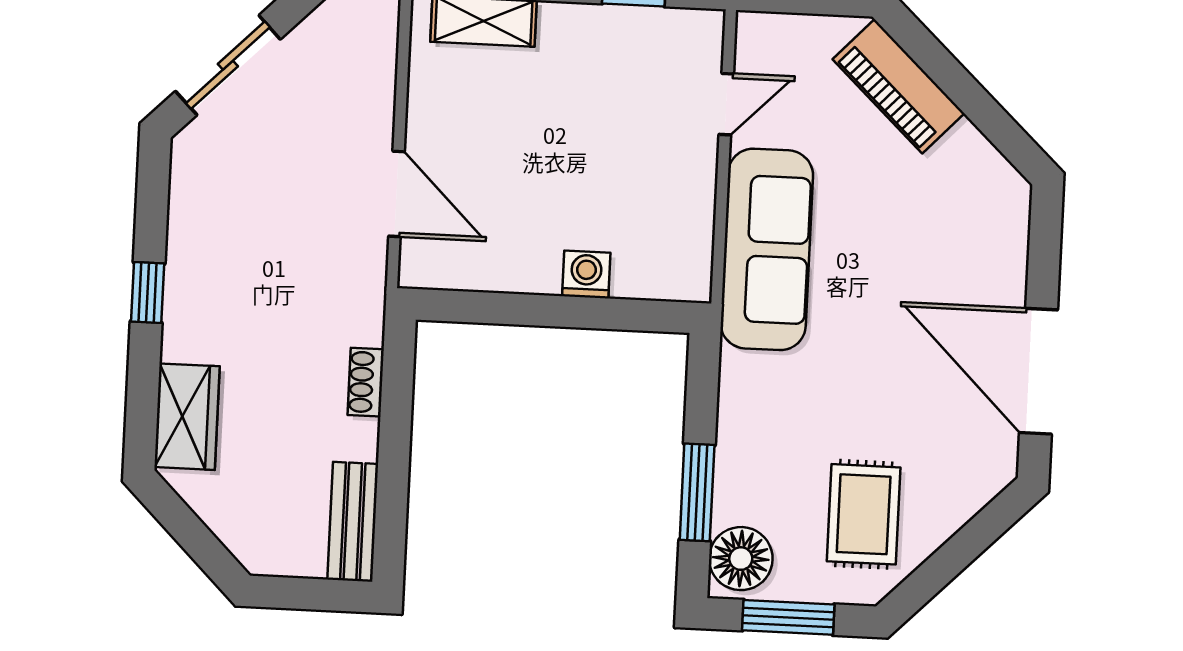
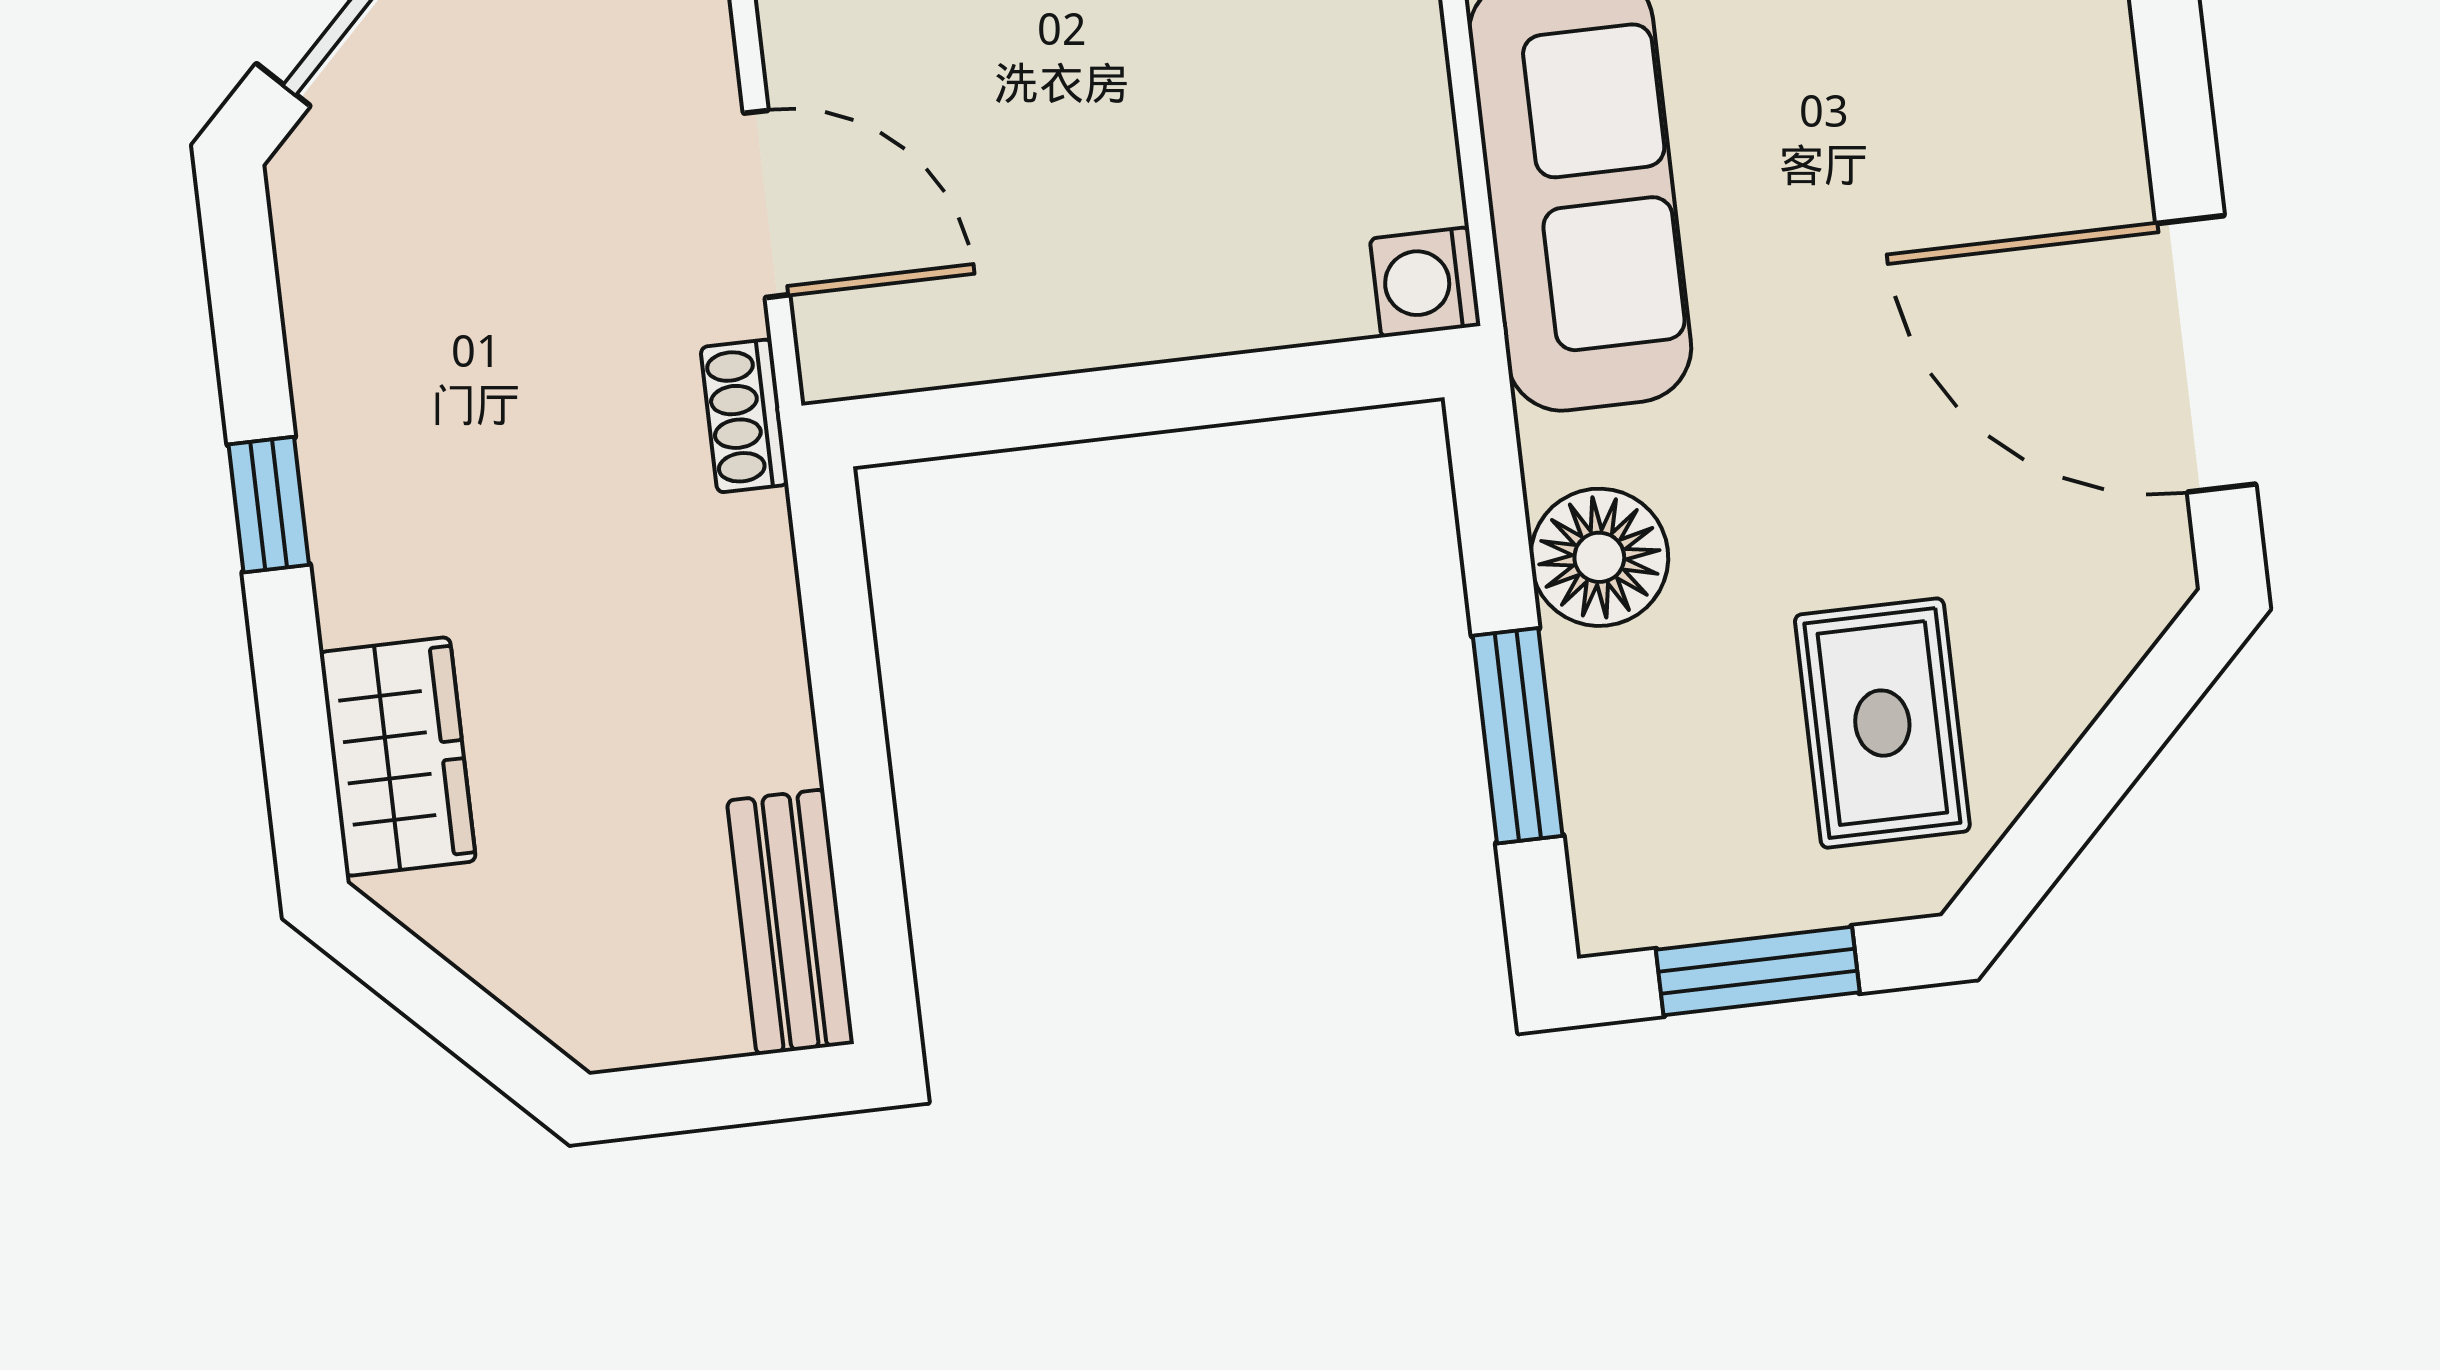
washing machine: (586, 274) -> (1425, 282), moved, turned -90
shoe rack: (366, 382) -> (744, 416), moved
floor lamp: (741, 559) -> (1599, 557), moved

